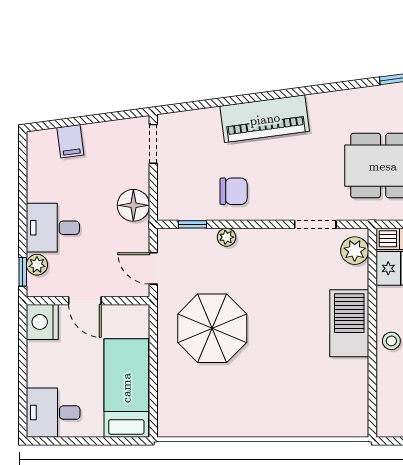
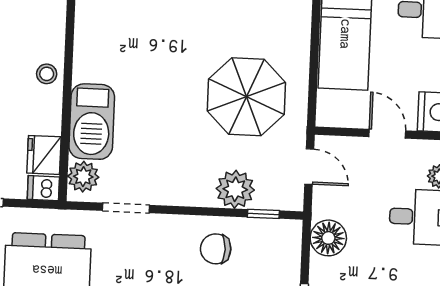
plant: (227, 237) -> (235, 189), width x1.88, depth x1.88
barbecue: (349, 323) -> (92, 122), moved

